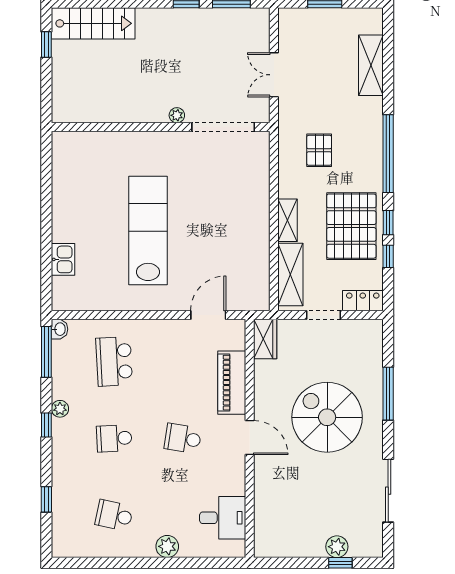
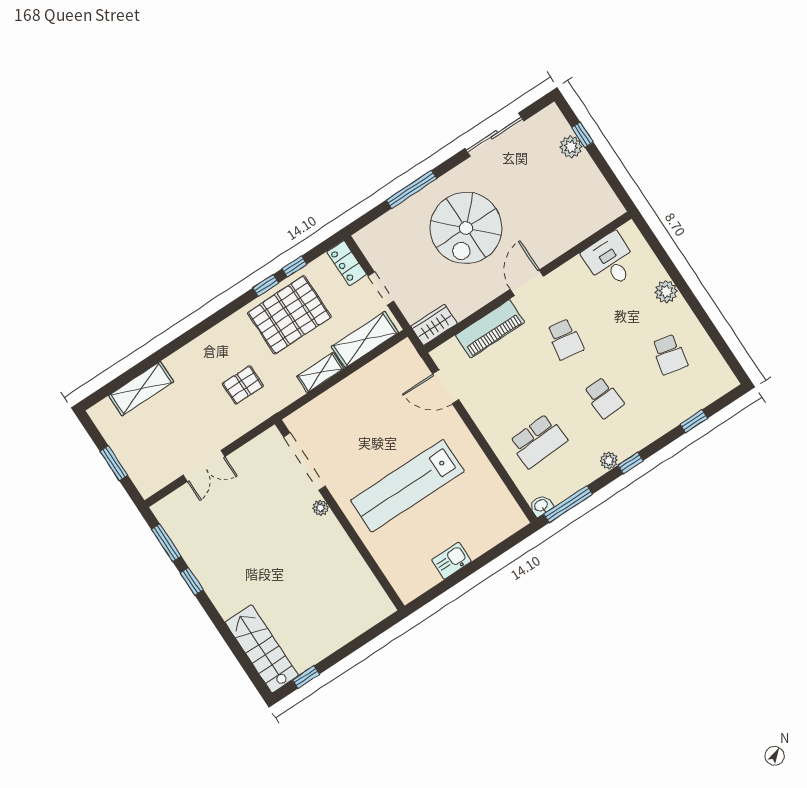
plant: (177, 115) -> (321, 508), moved
wall: (161, 127) -> (340, 515), moved
doorway: (223, 127) -> (304, 462), moved
window: (388, 154) -> (207, 324), removed
kitchen sink: (63, 259) -> (452, 561), moved

